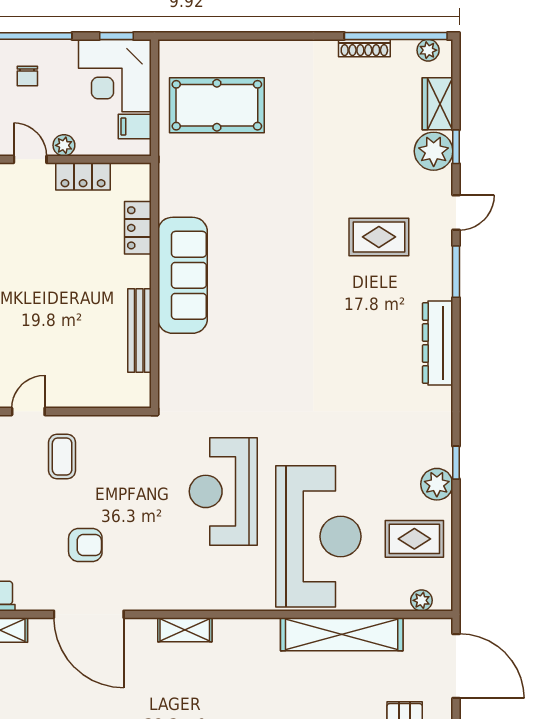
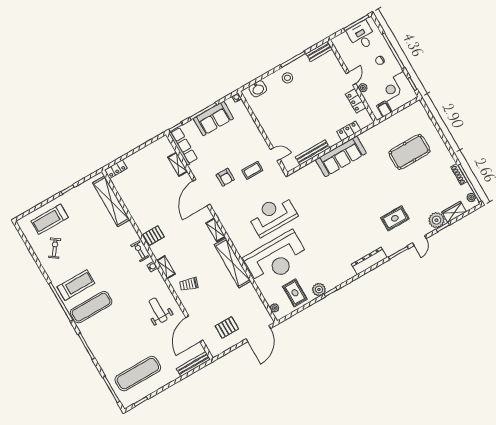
pool table: (217, 105) -> (409, 152), moved, turned 90
door: (456, 213) -> (419, 241), hinge flipped
rug: (379, 237) -> (395, 218), turned 90
door: (28, 412) -> (275, 154), moved
coffee table: (62, 456) -> (252, 170), moved
shelving: (342, 634) -> (232, 263), moved

